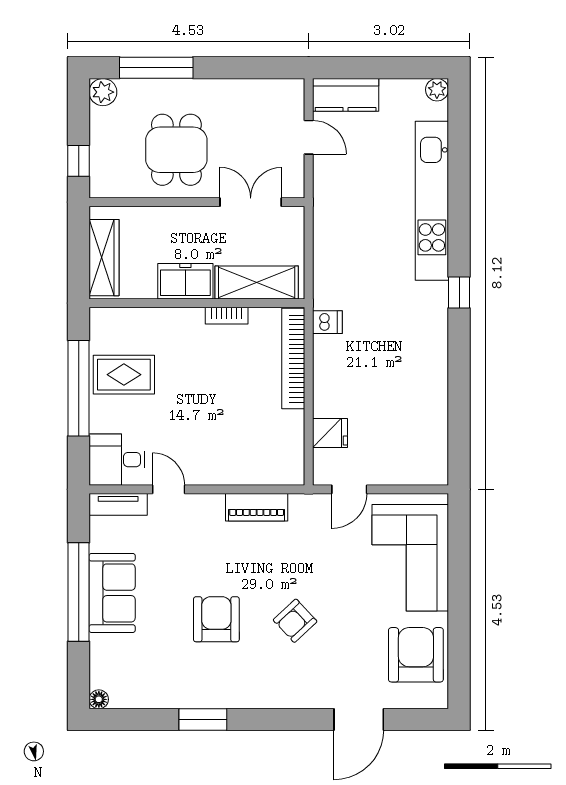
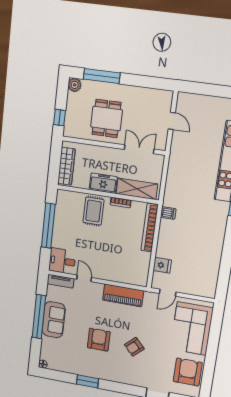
kitchen counter: (346, 95) -> (193, 102), removed
rug: (124, 375) -> (93, 211), moved, turned 90
piano: (257, 507) -> (123, 295), width x1.37, depth x1.33

